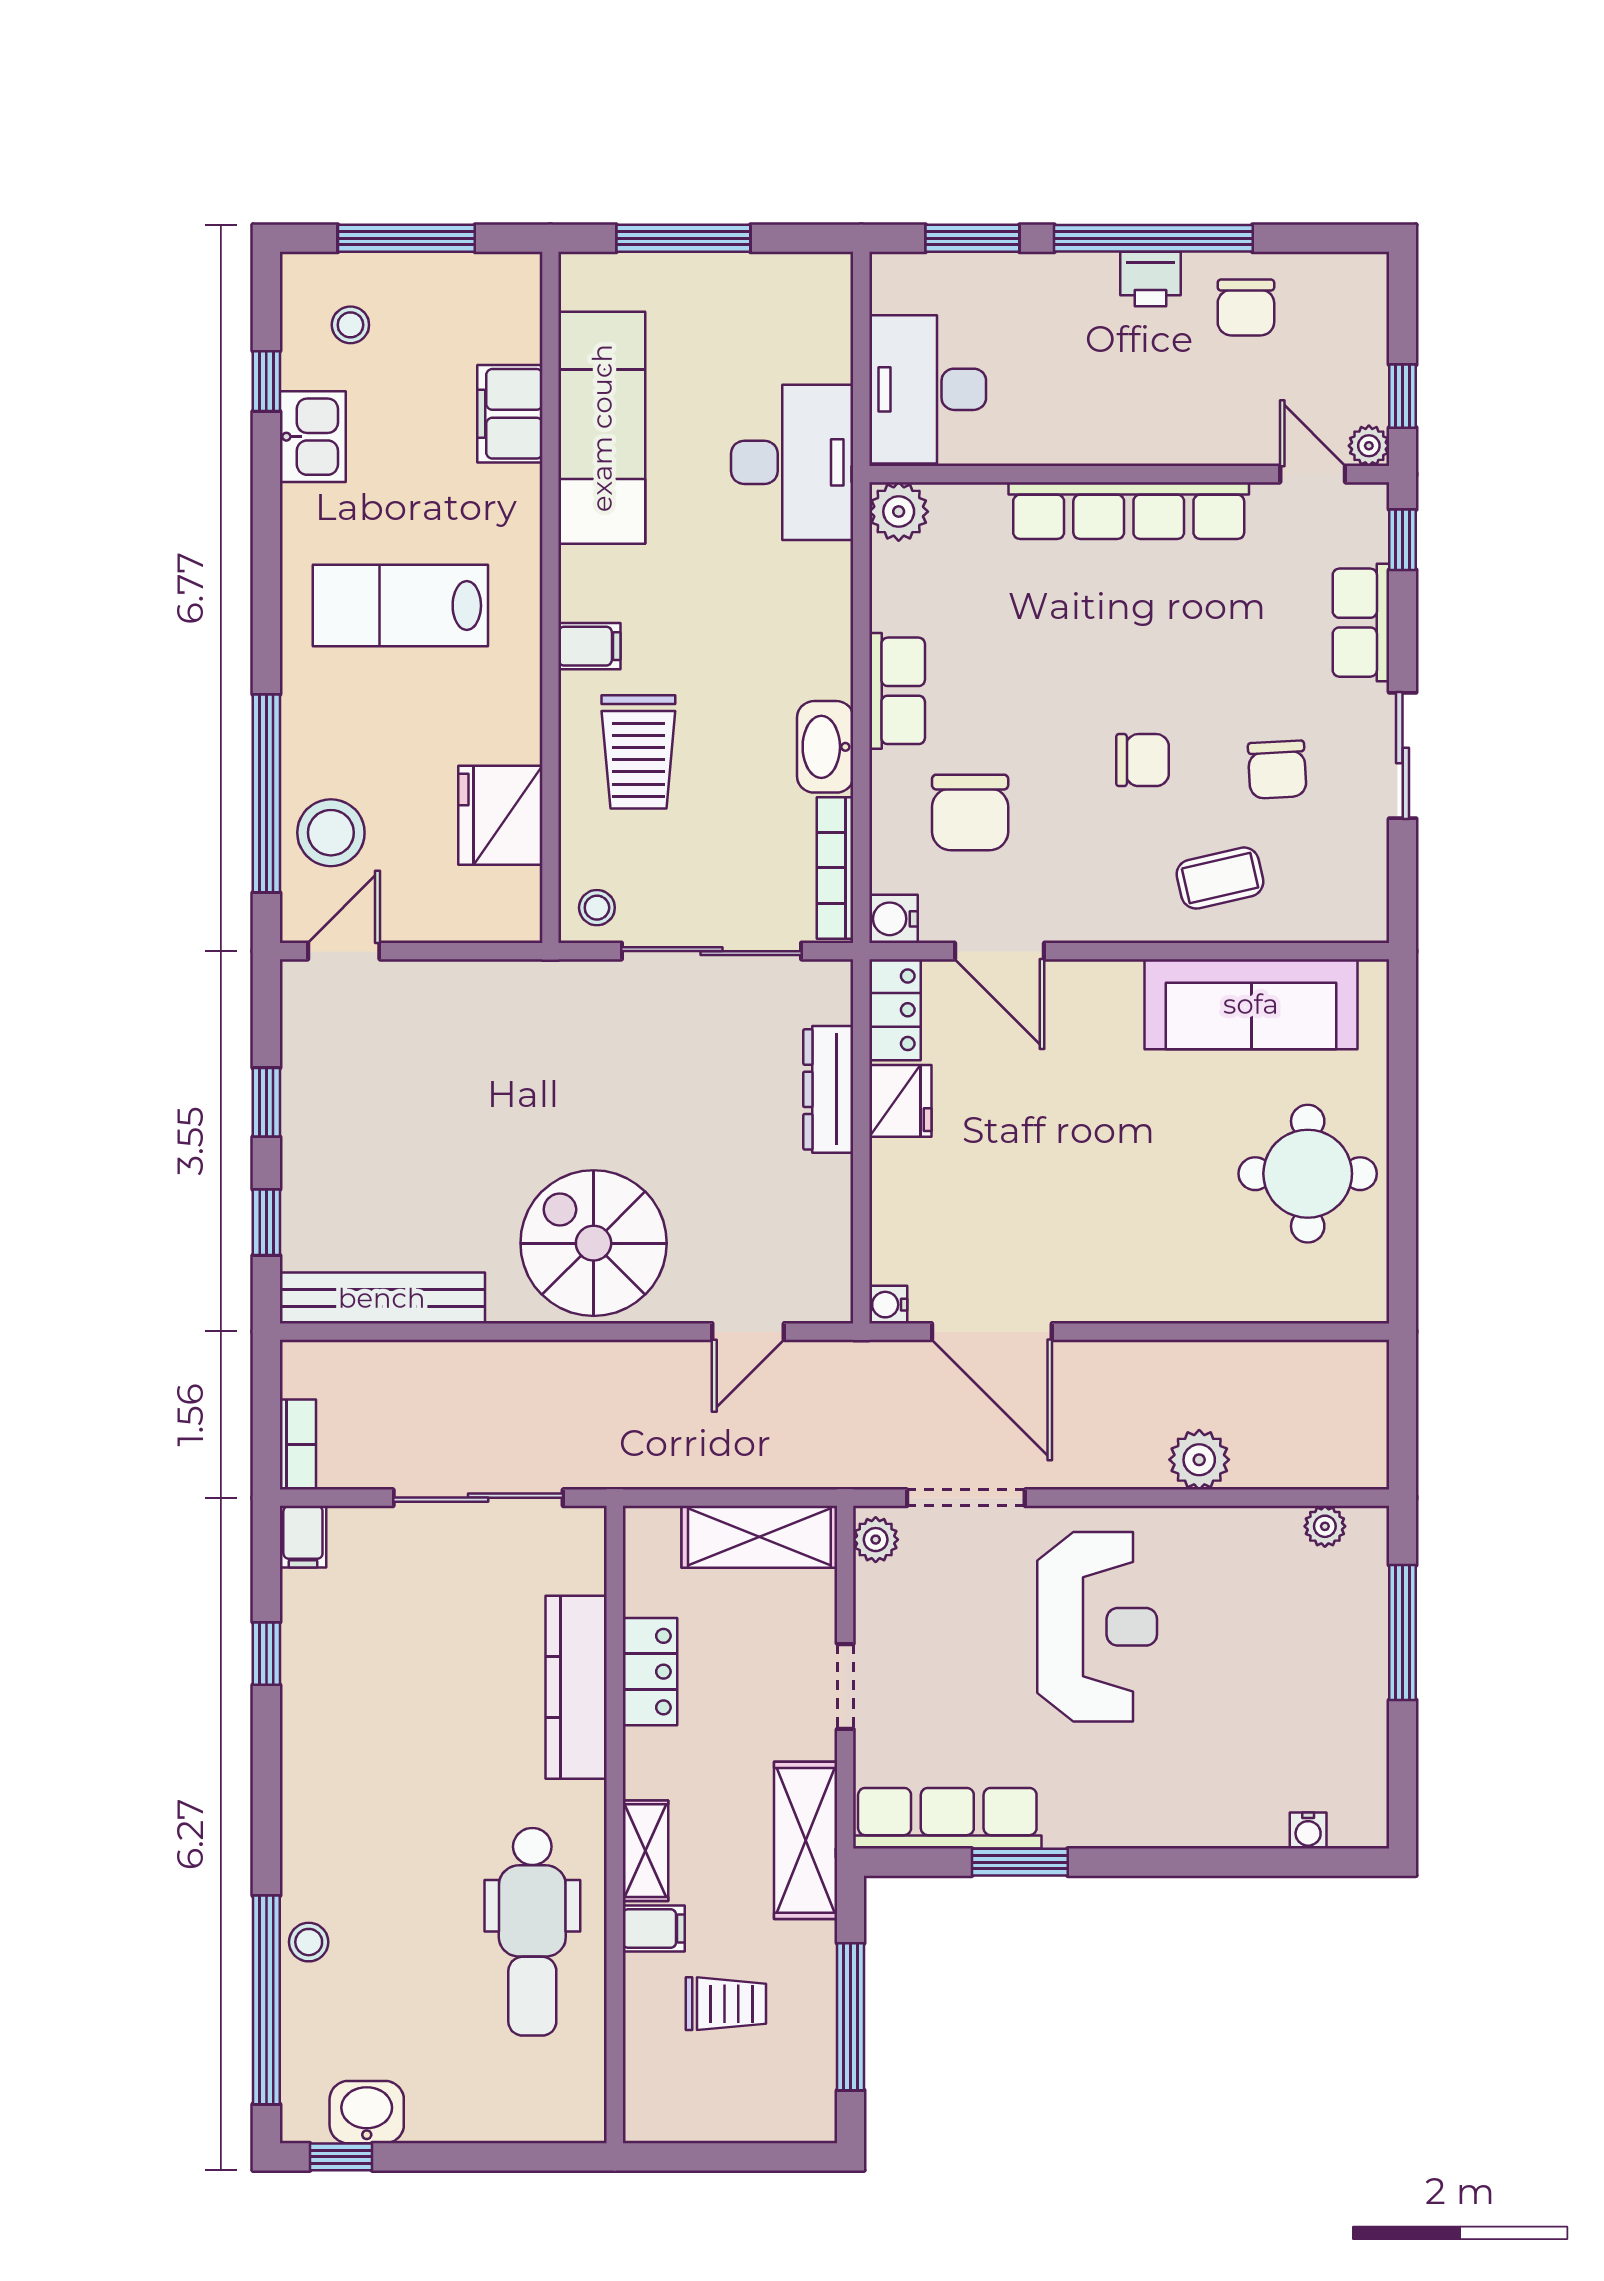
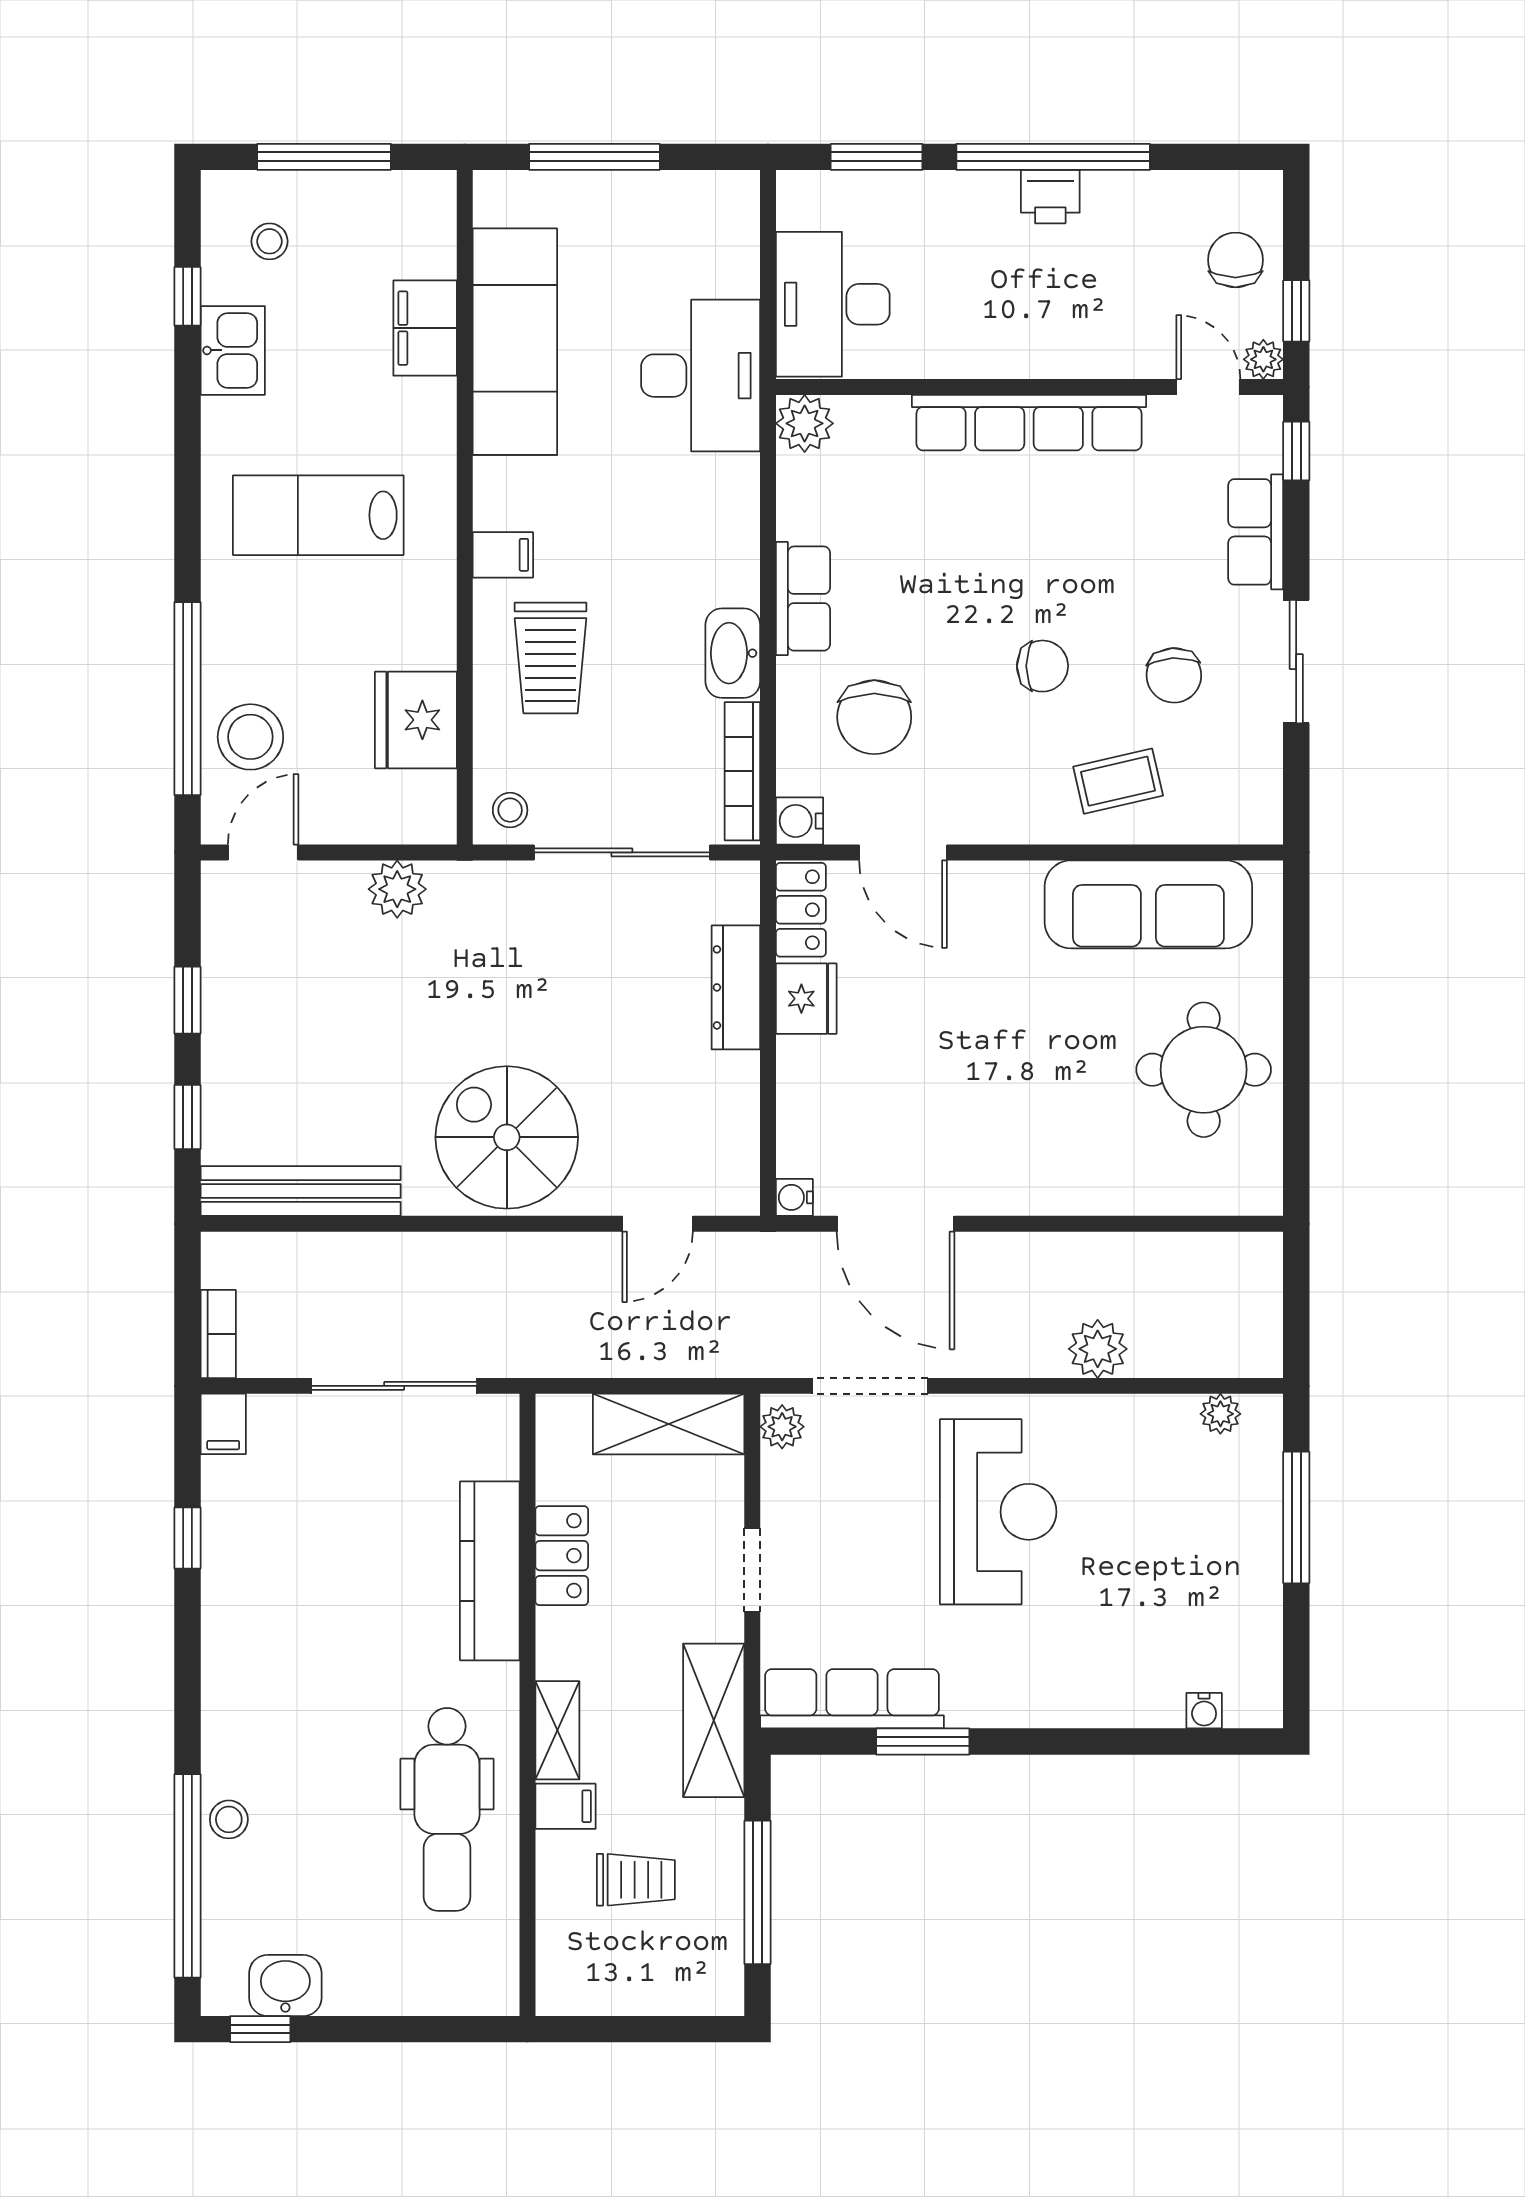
chair: (1246, 308) -> (1235, 260), moved, turned 180
plant: (481, 989) -> (397, 889), added

